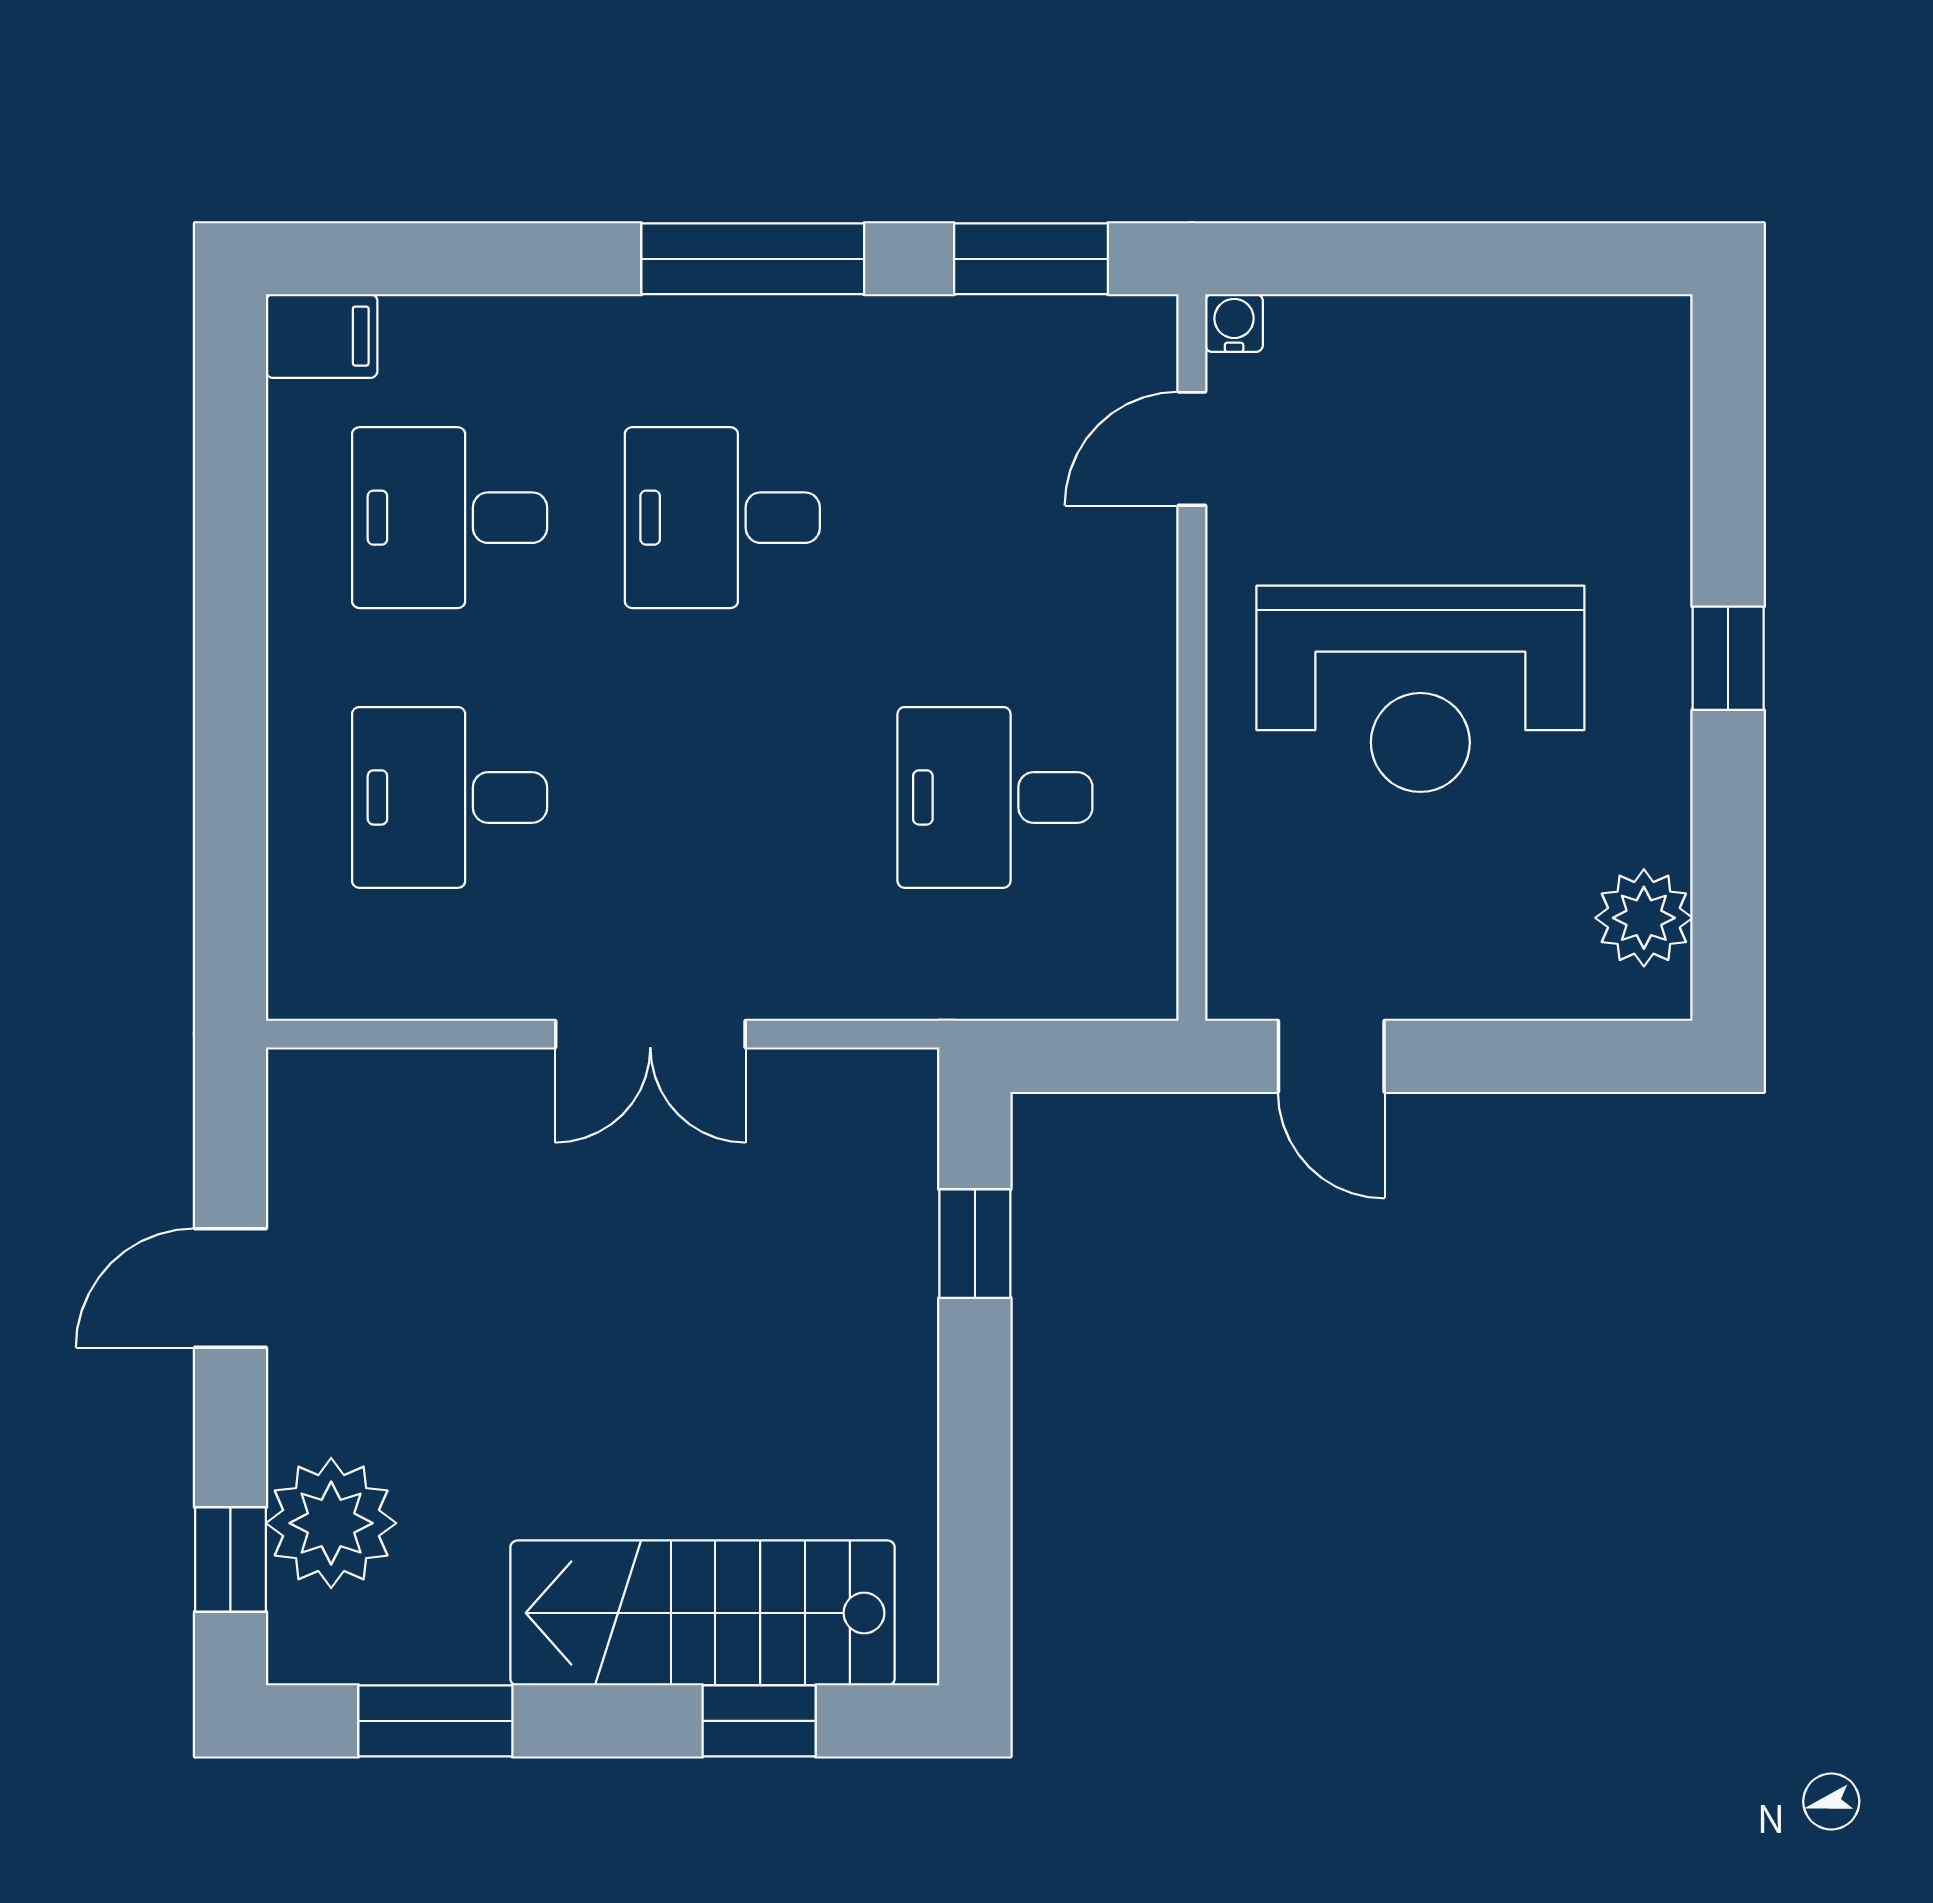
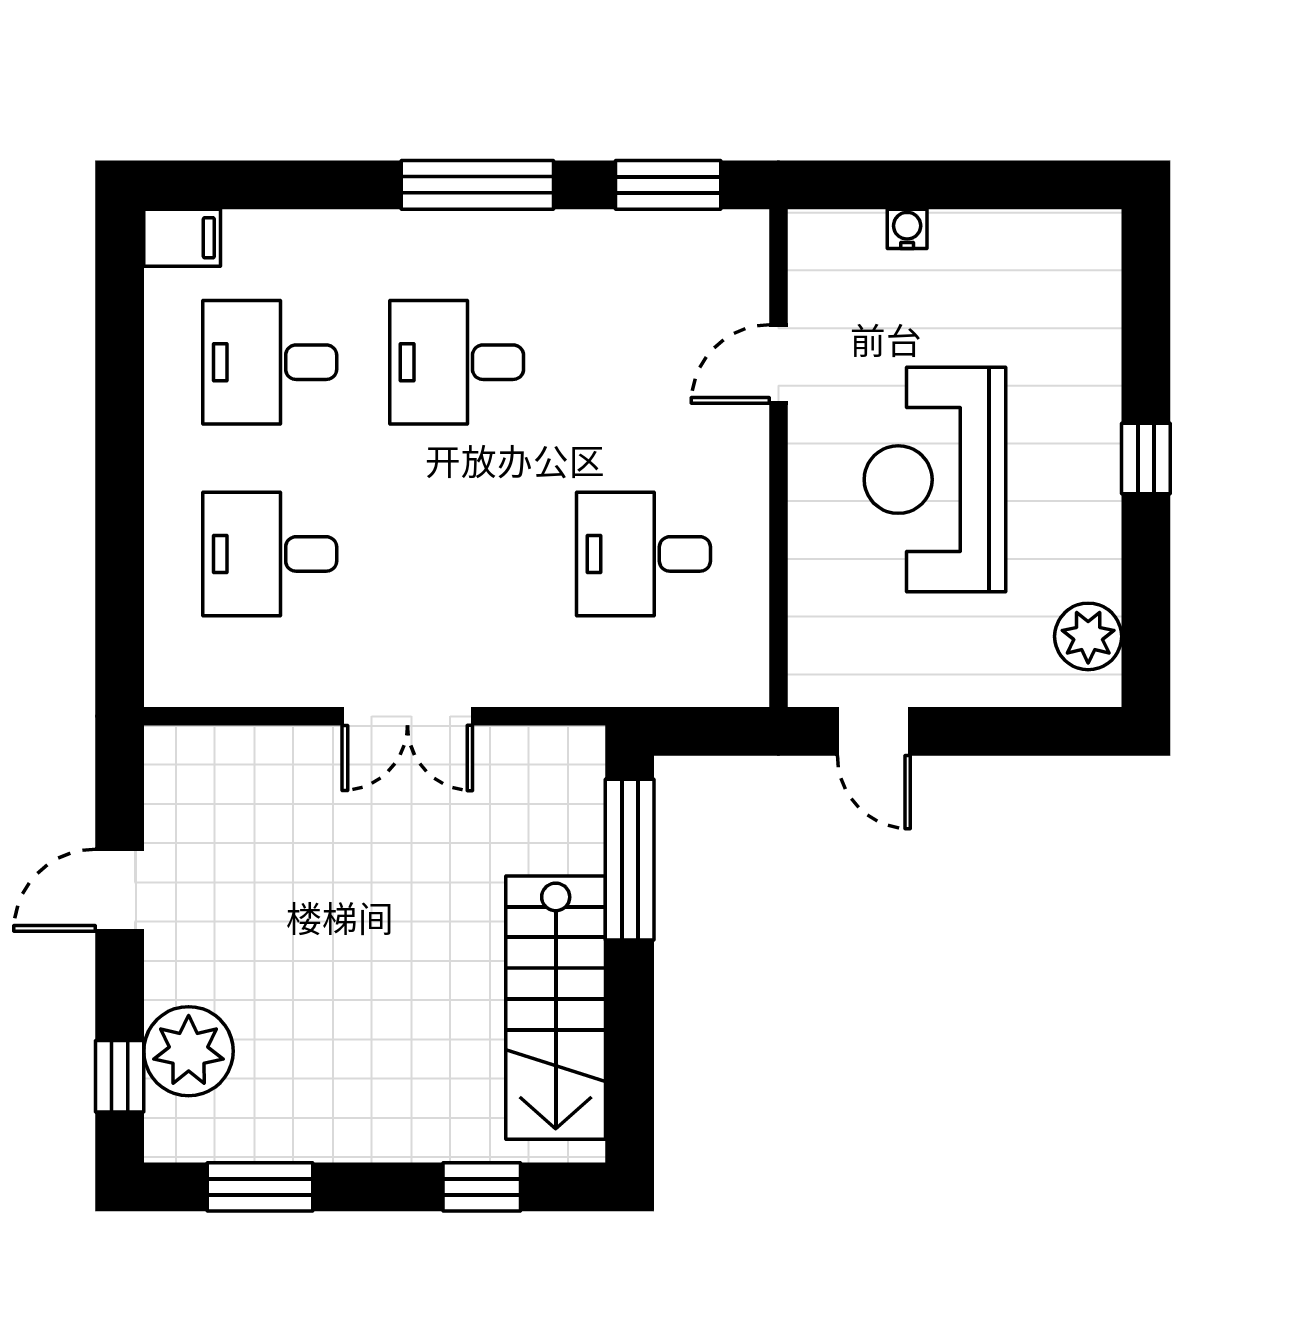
water cooler: (1234, 323) -> (907, 229), moved
door: (1192, 449) -> (778, 364), moved
reception desk: (1420, 689) -> (935, 480), turned 90
window: (975, 1244) -> (630, 860), width x2.17
stairs: (703, 1613) -> (556, 1008), moved, turned -90

